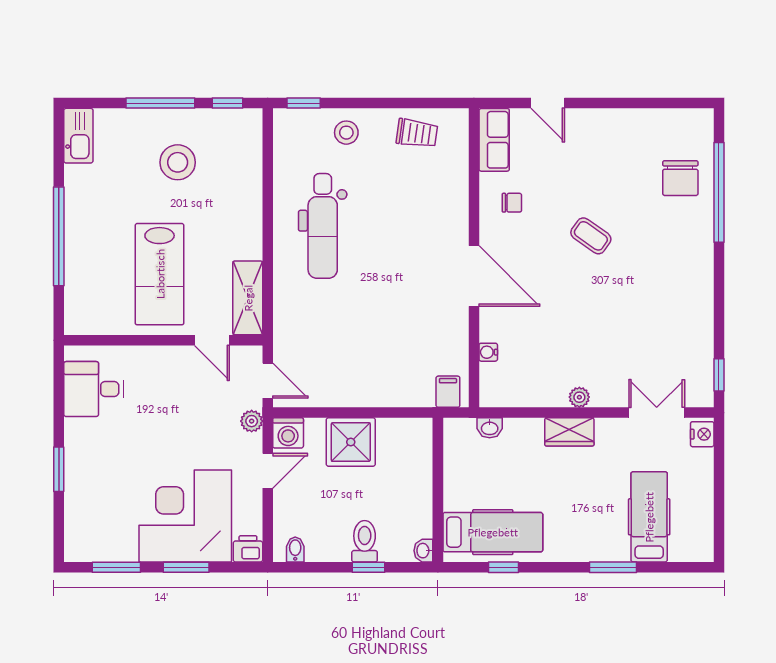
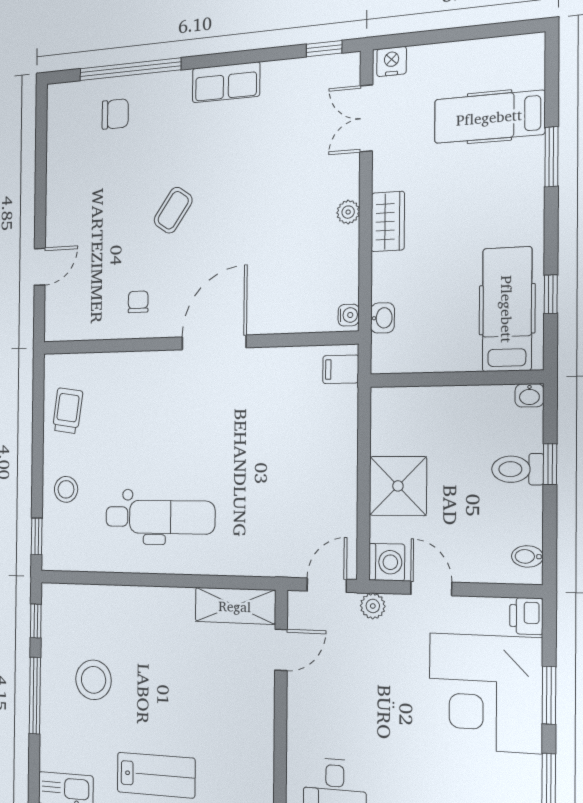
row of seats: (494, 140) -> (226, 82), moved, turned 180
chair: (680, 178) -> (115, 114), width x0.73, depth x0.73
lab bench: (160, 274) -> (156, 775), moved, width x0.73, depth x0.72
water cooler: (488, 352) -> (349, 315), moved, turned -90

